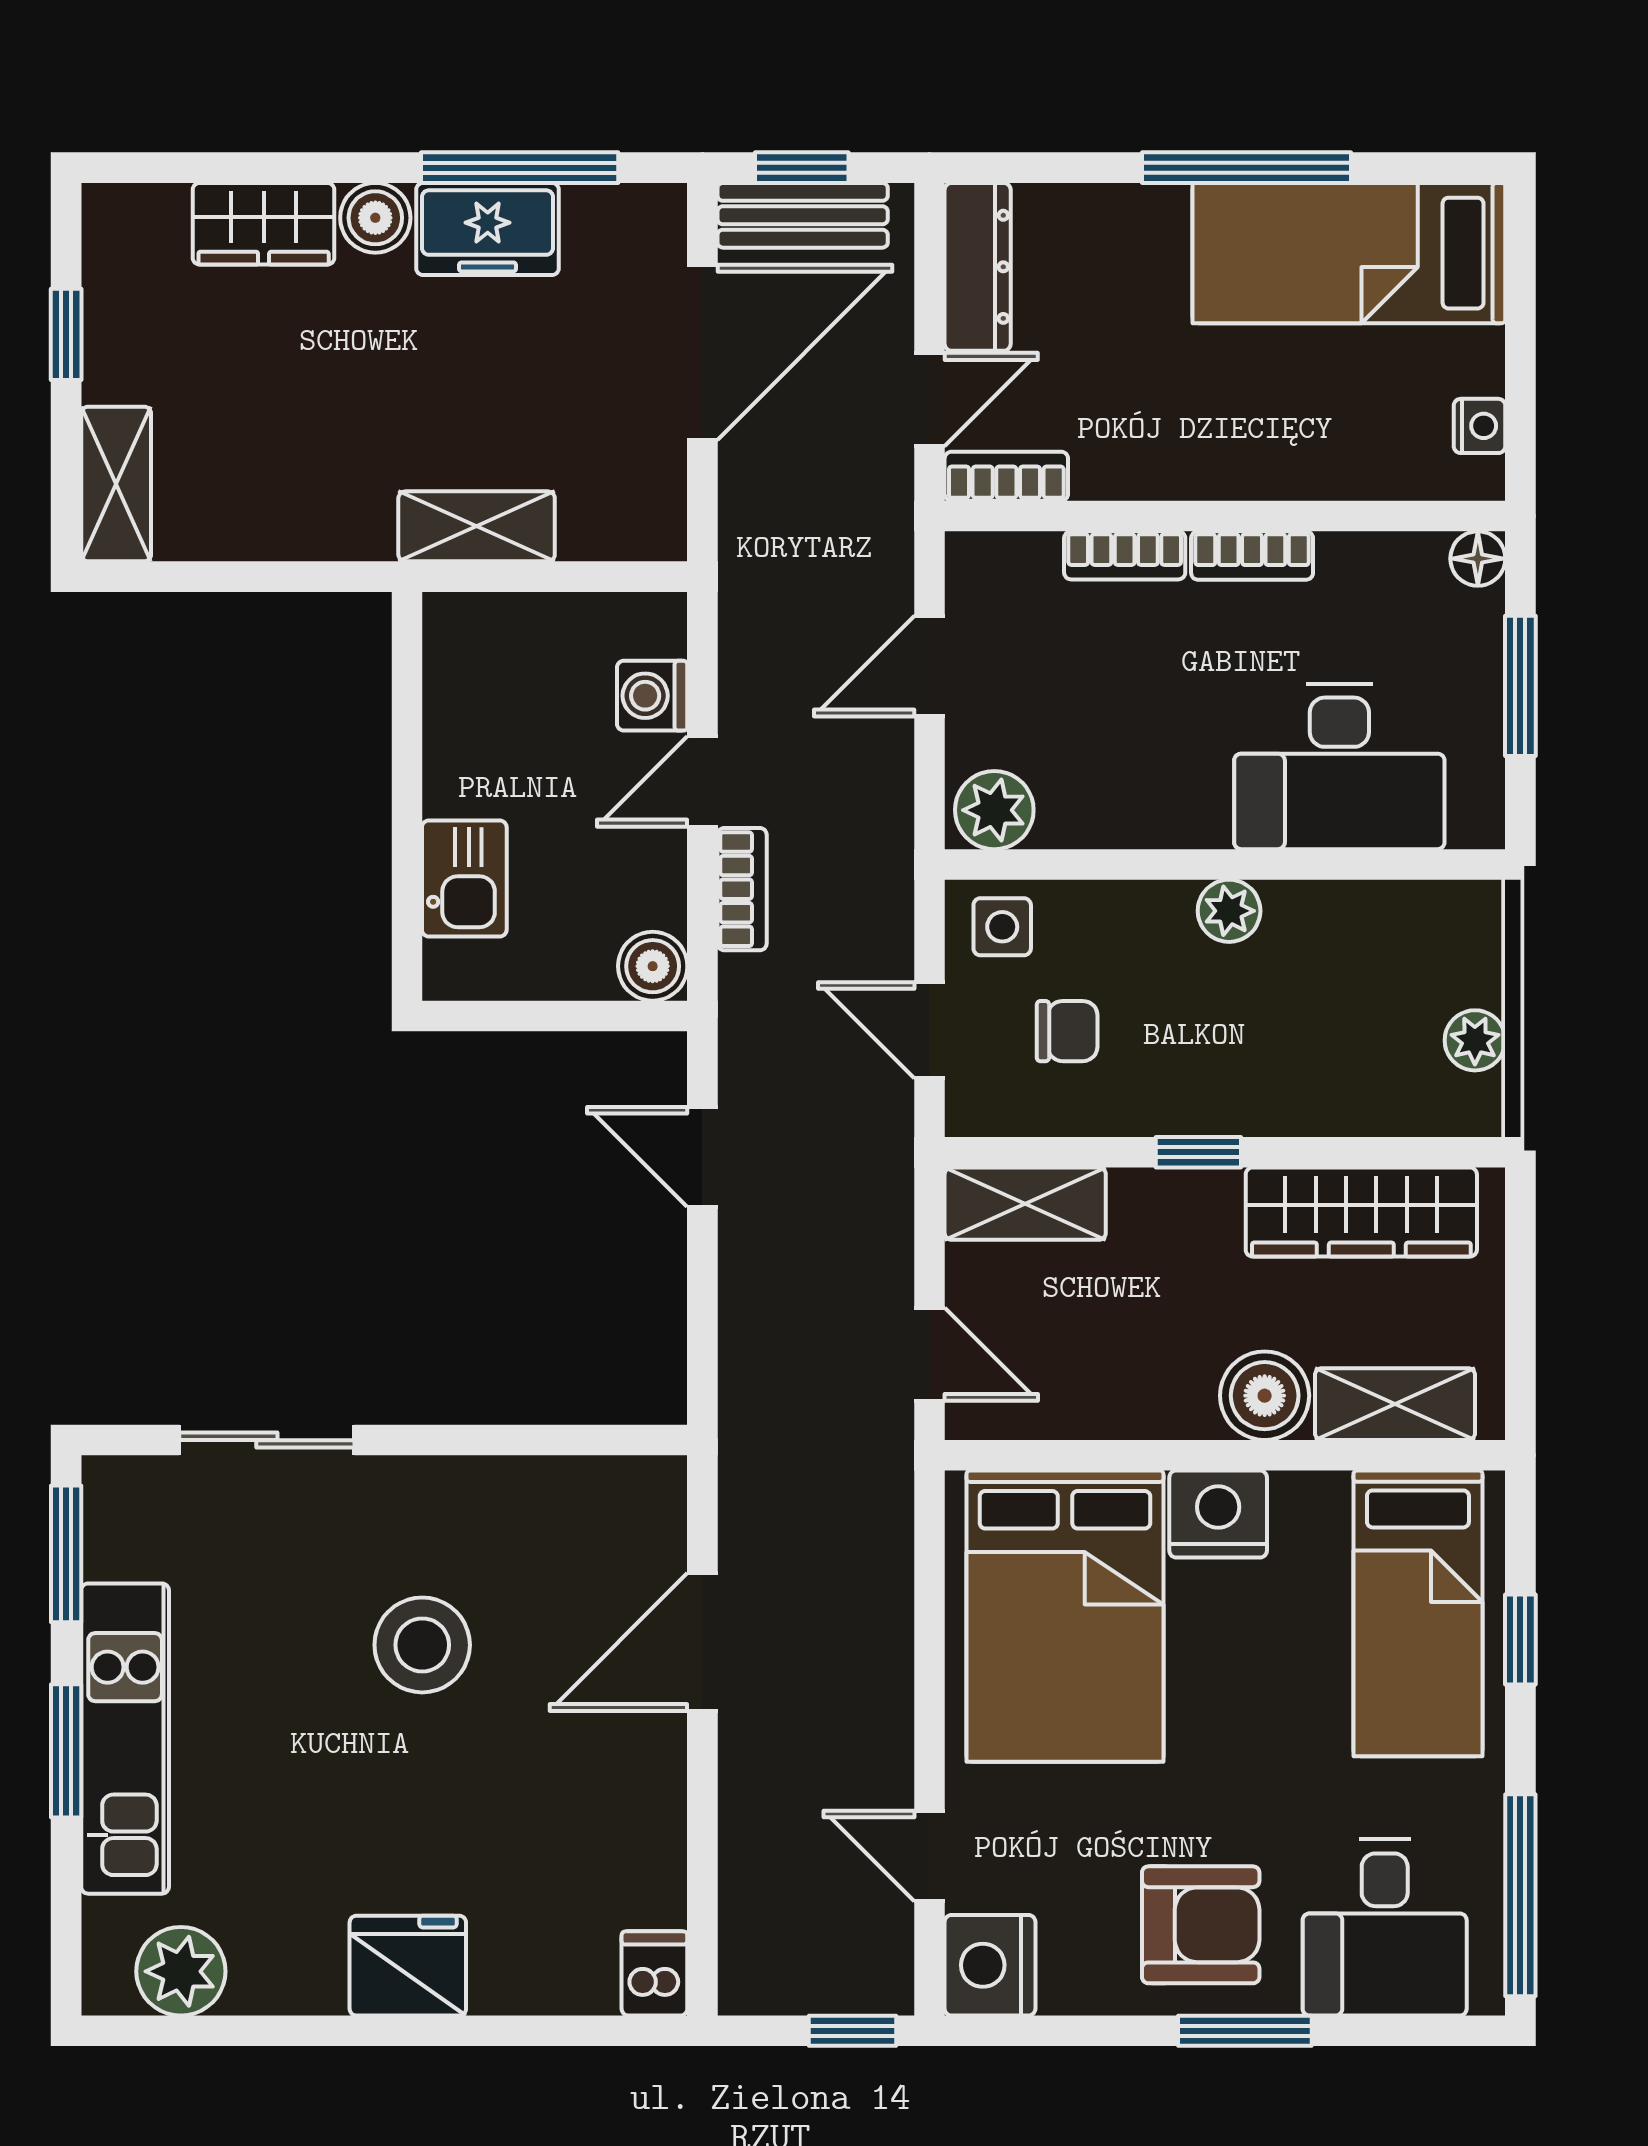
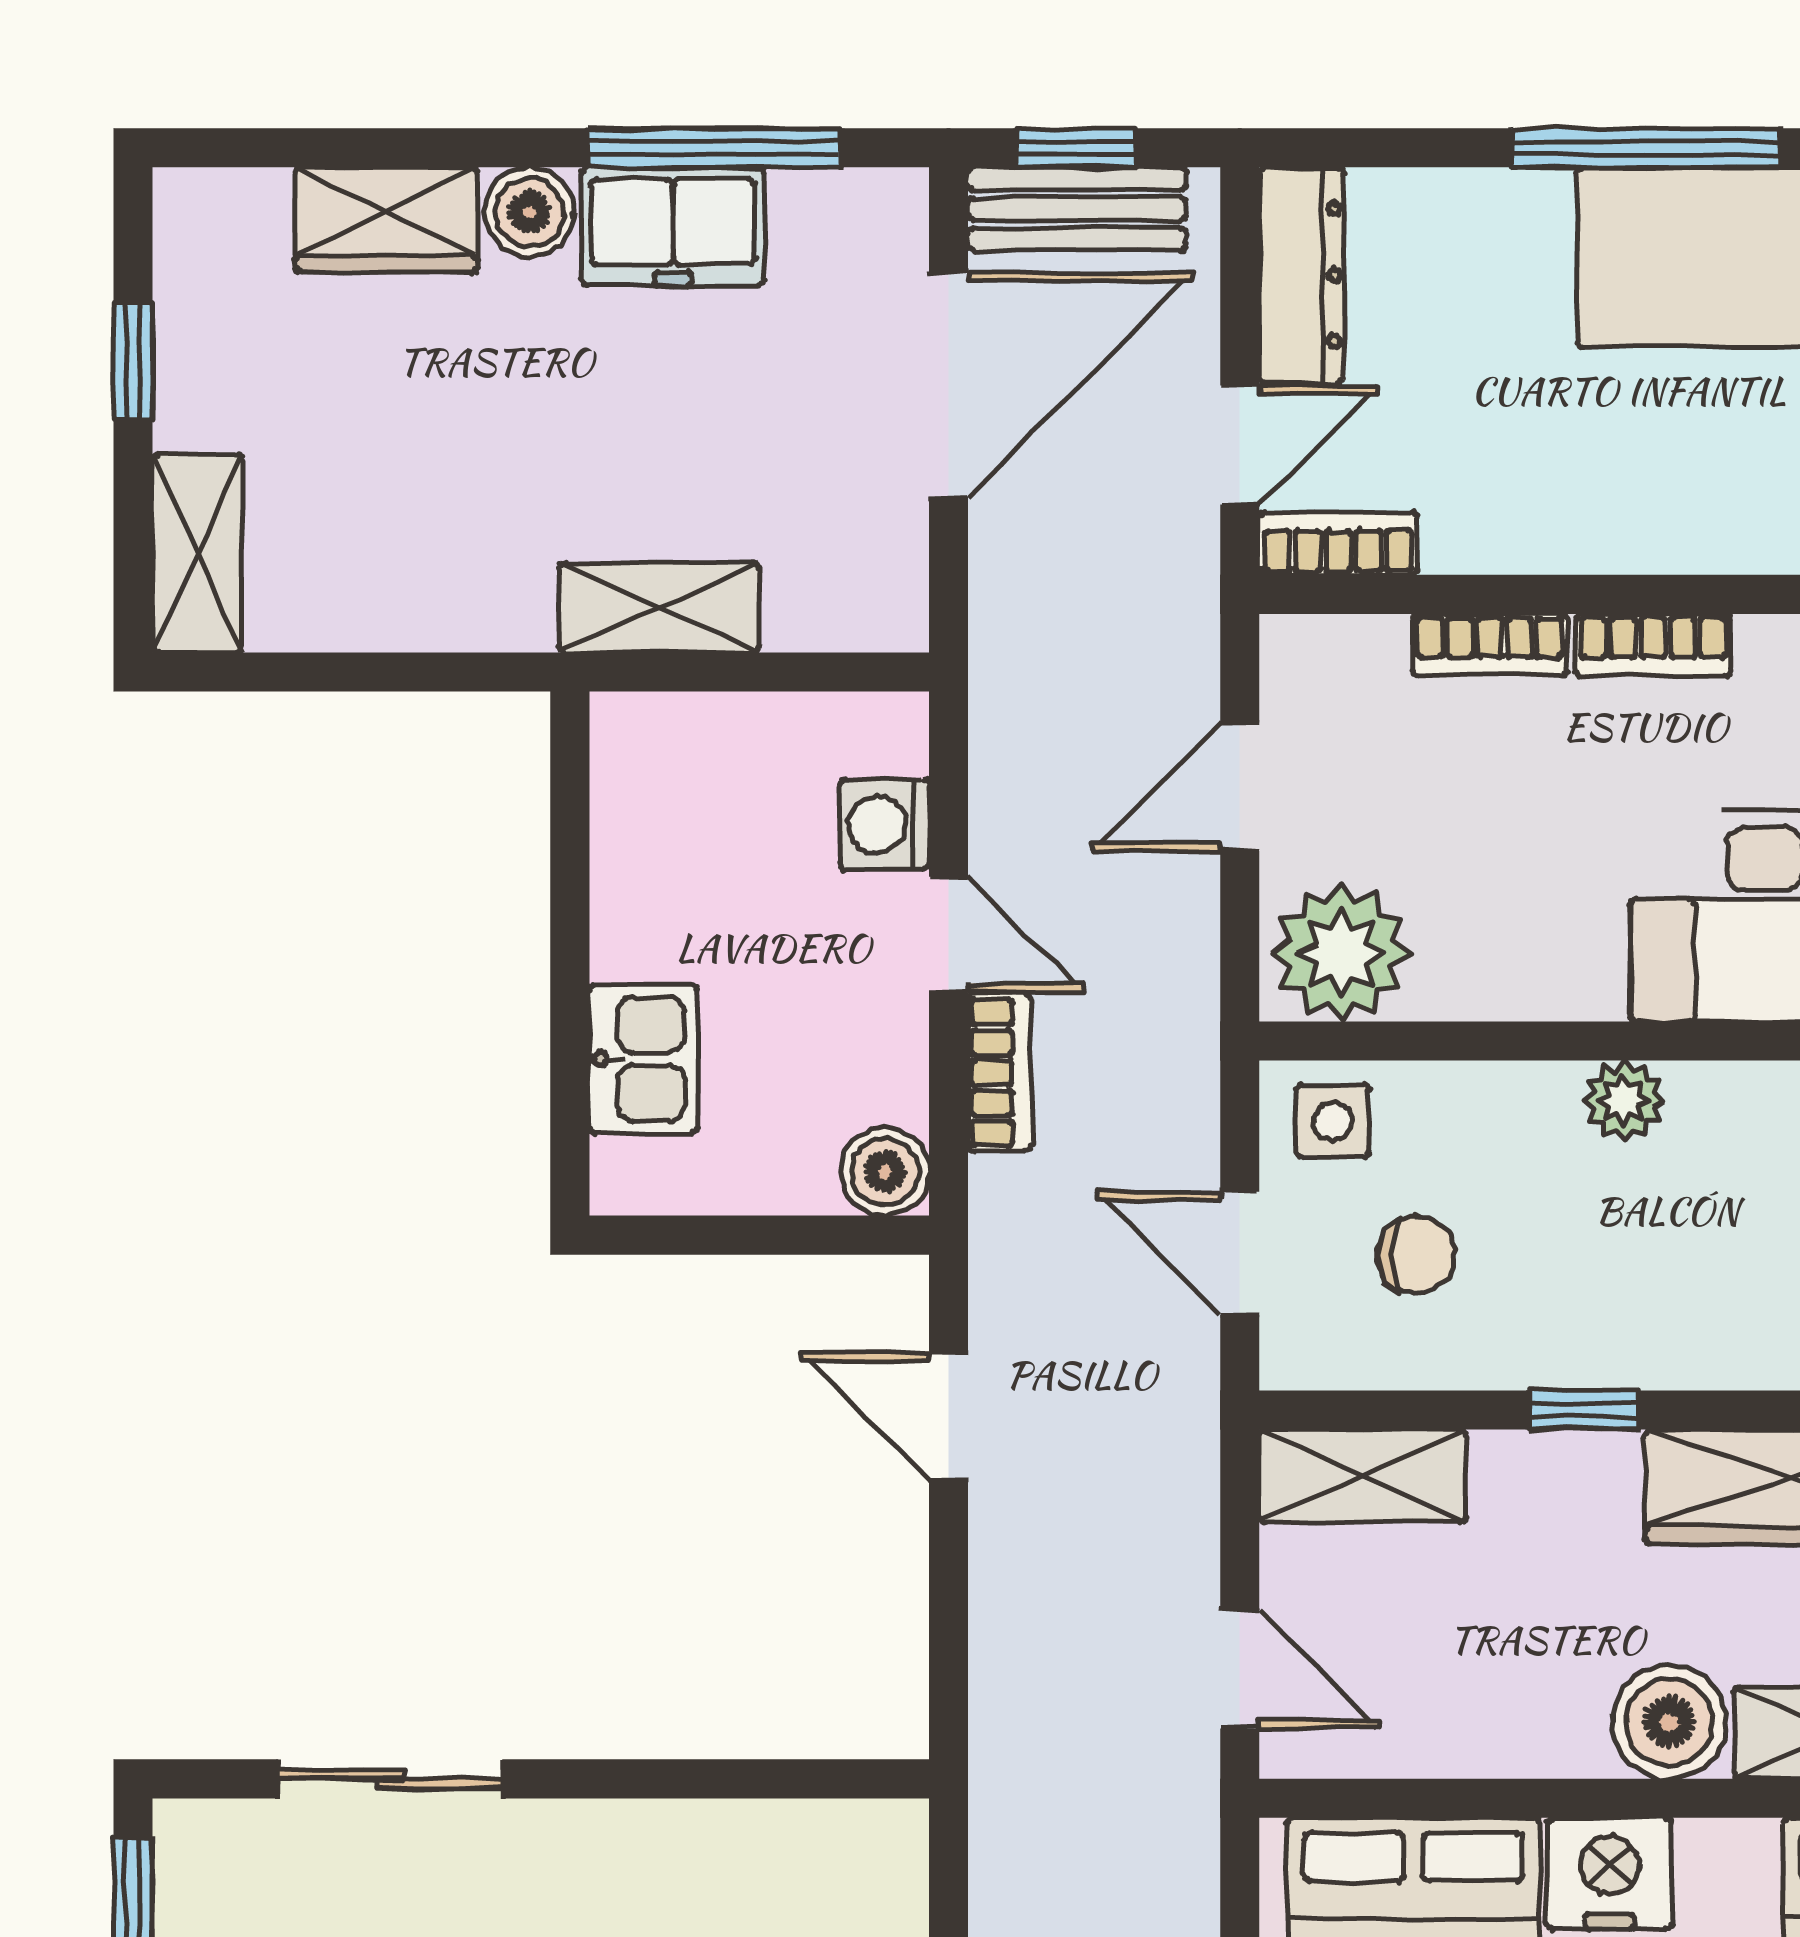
door: (702, 781) -> (949, 935), swing flipped
plant: (994, 810) -> (1341, 953), width x1.36, depth x1.36

